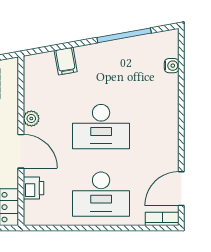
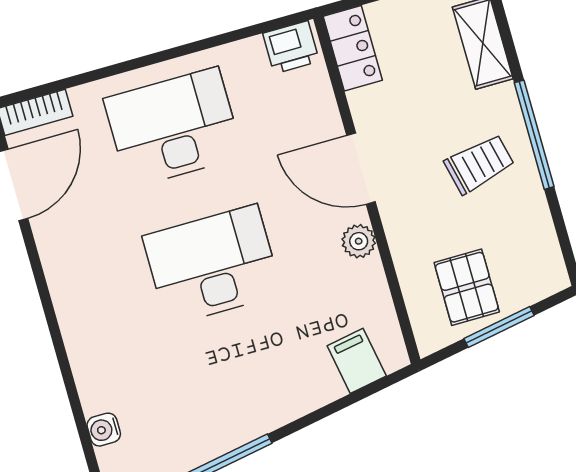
filing cabinet: (66, 61) -> (357, 361), moved
printer: (33, 188) -> (291, 47), moved, turned -90

